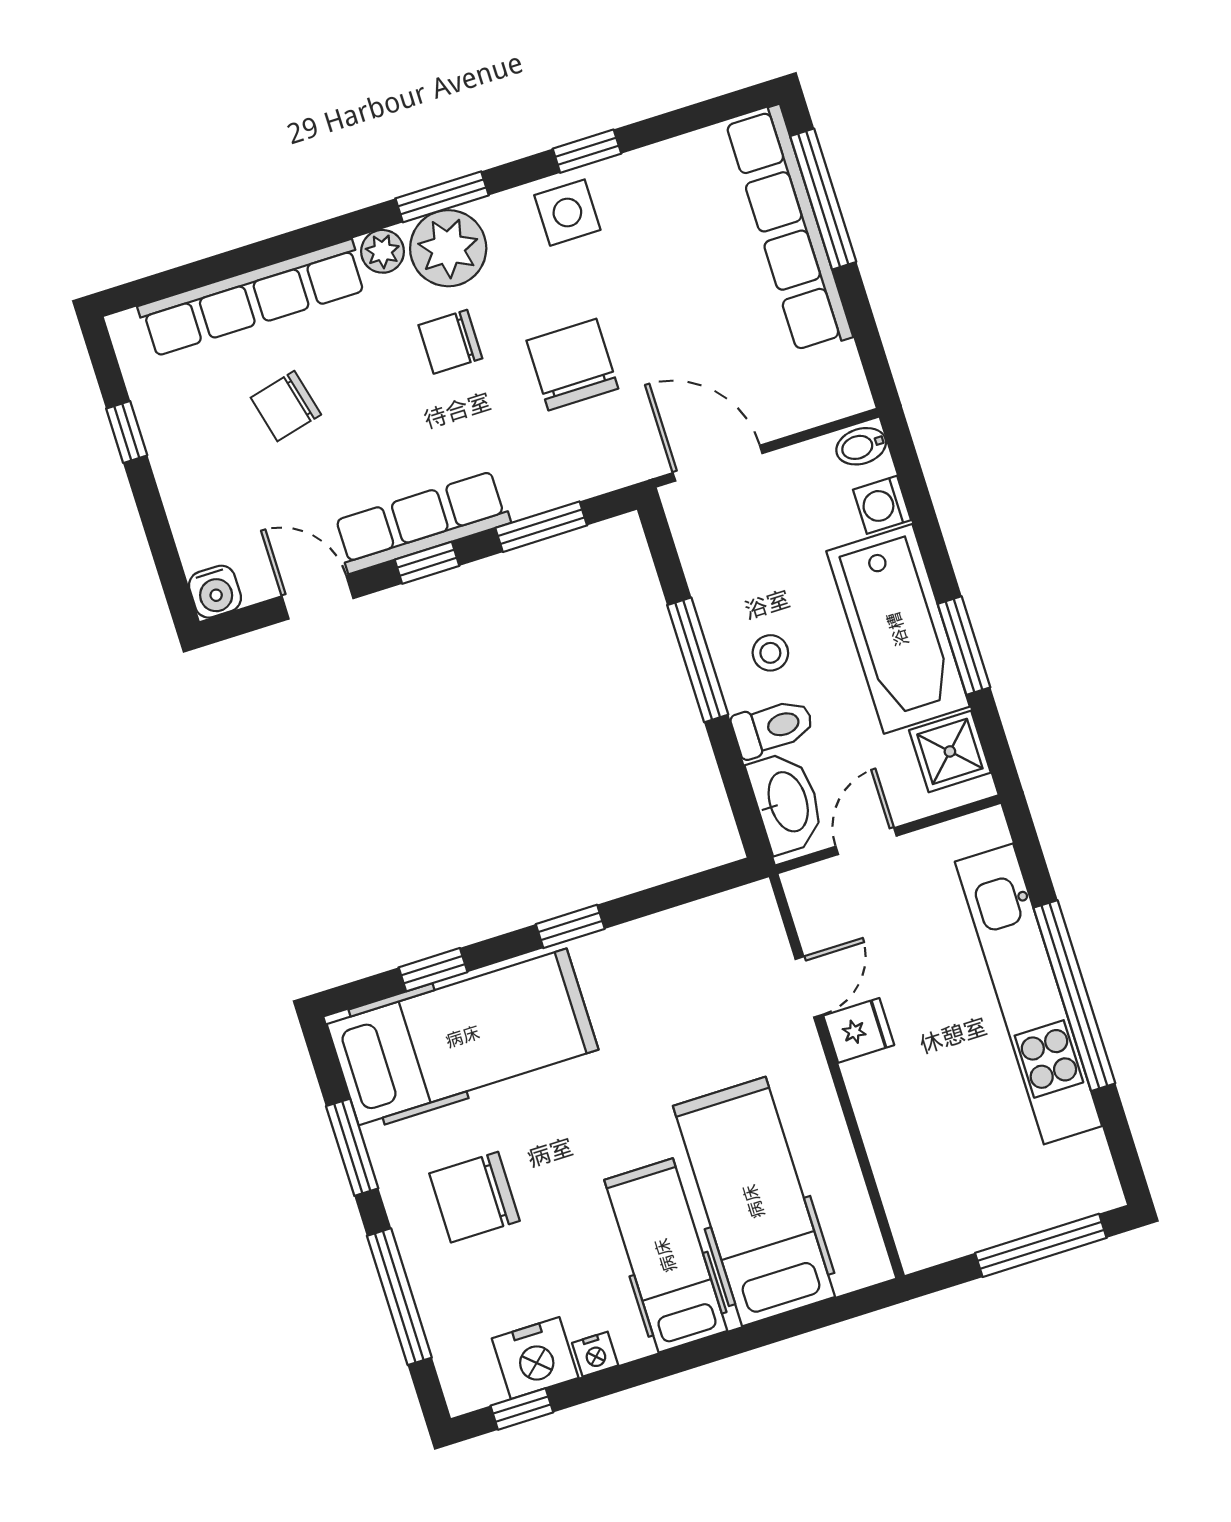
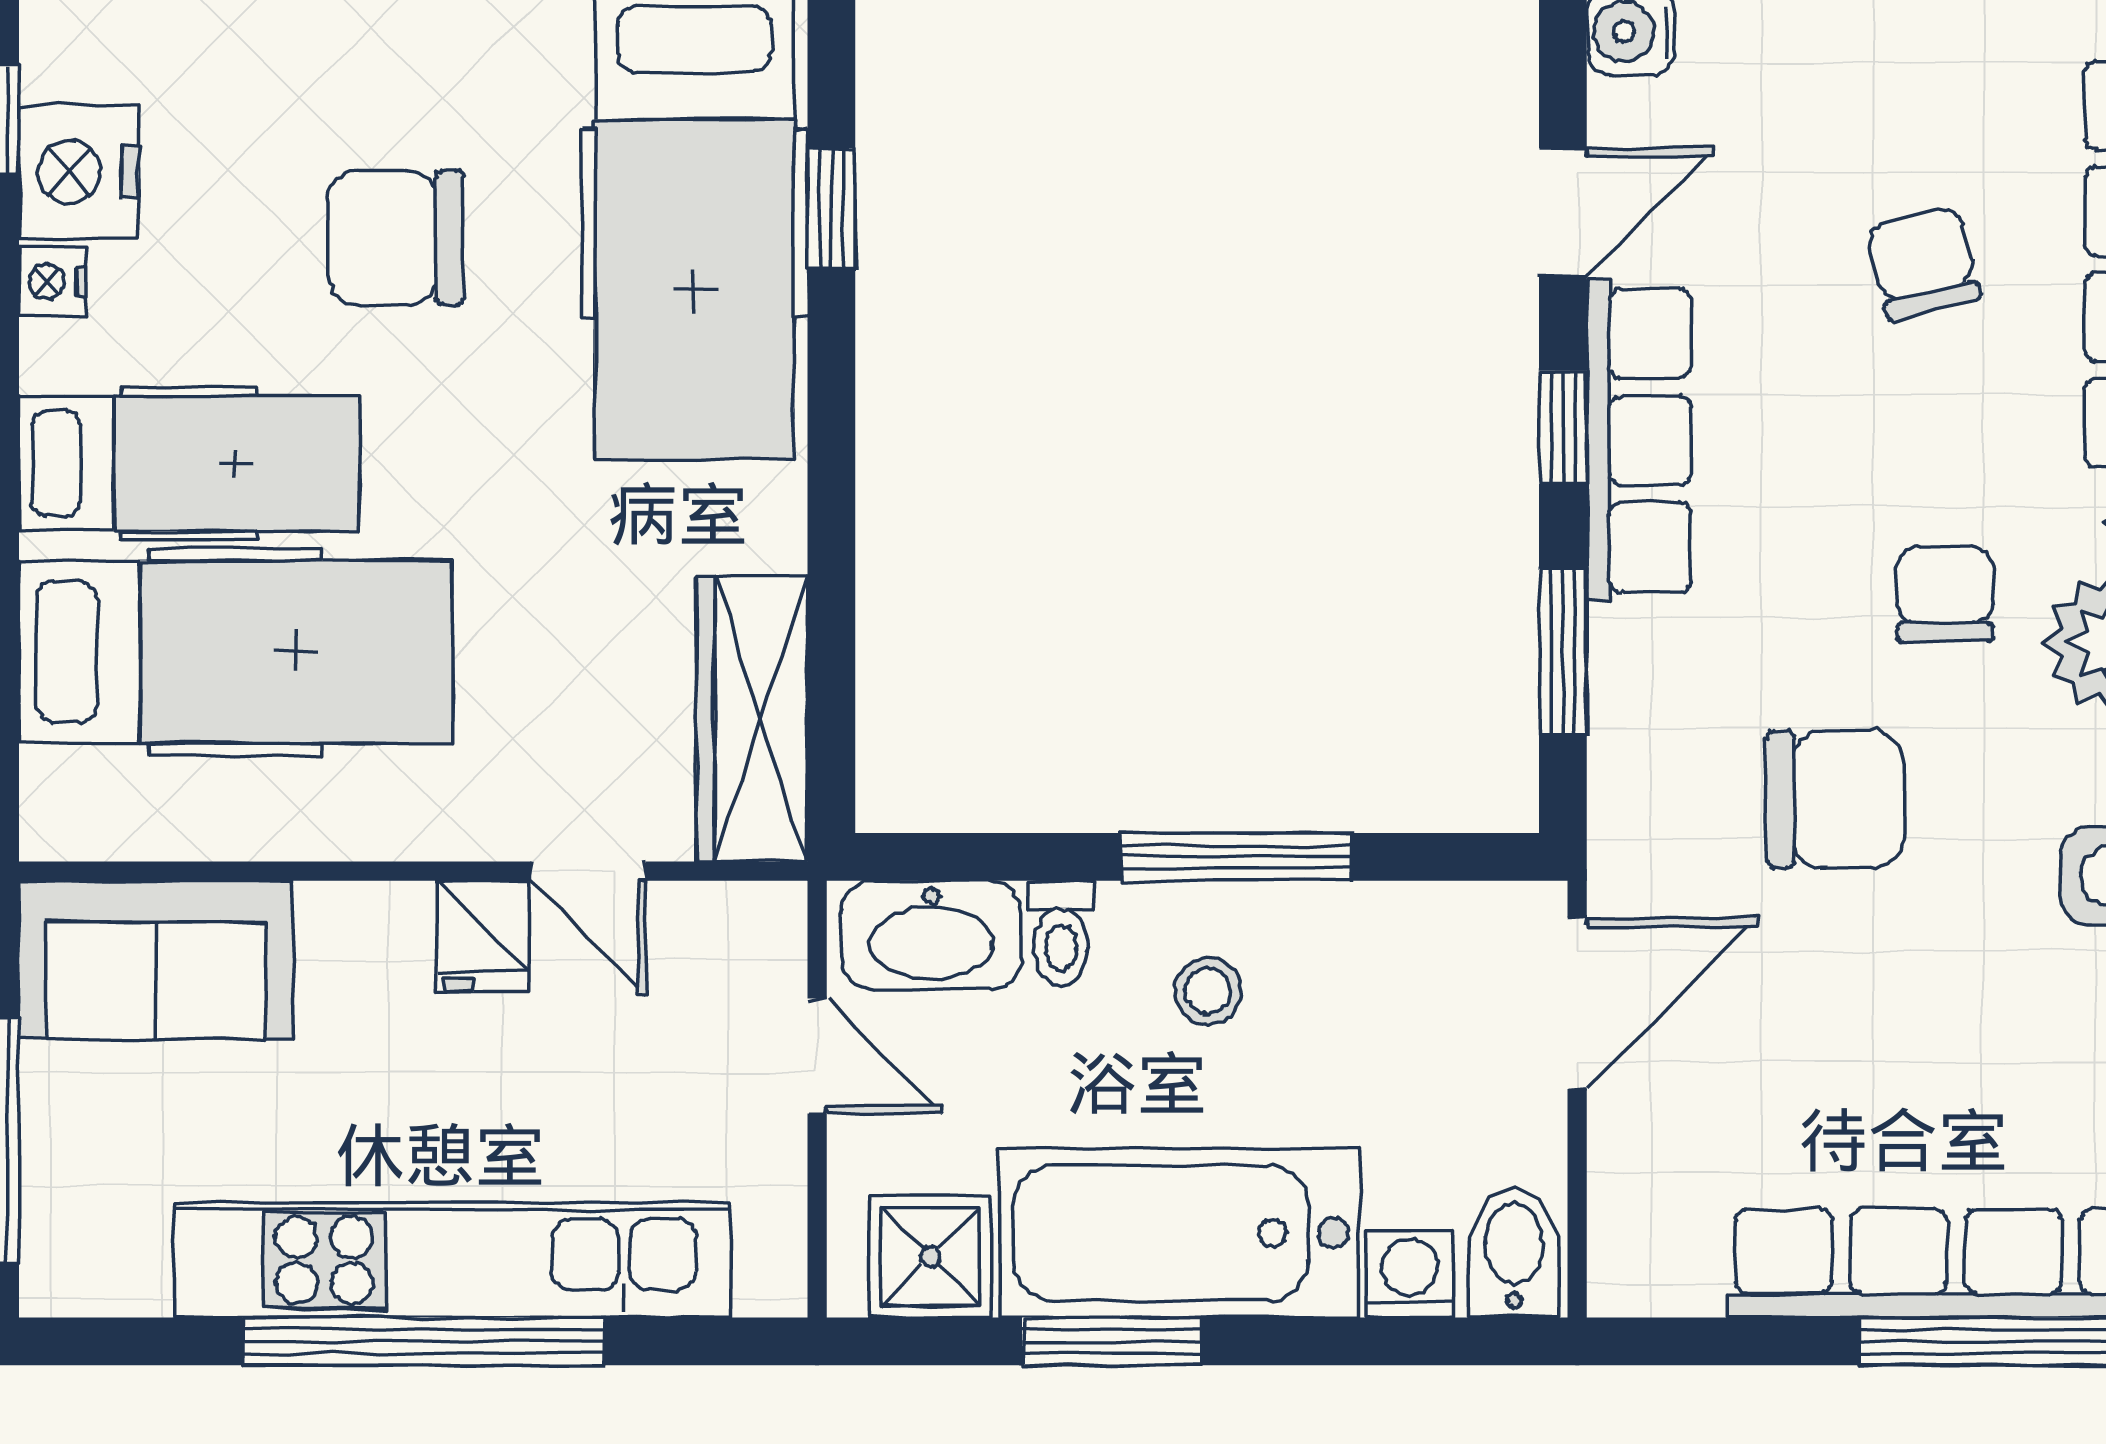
bidet: (861, 446) -> (1514, 1253), width x1.38, depth x1.36
toilet: (773, 728) -> (1061, 933), width x0.73, depth x0.72
window: (570, 926) -> (831, 478), removed
wardrobe: (705, 928) -> (752, 718), added
sofa: (923, 1193) -> (156, 960), added
chair: (474, 1197) -> (395, 238), moved, turned -90

